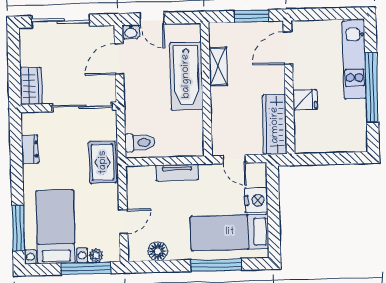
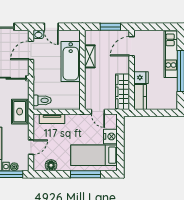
kitchen counter: (304, 133) -> (140, 97), added
tv unit: (177, 173) -> (52, 119), moved

